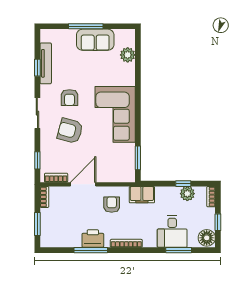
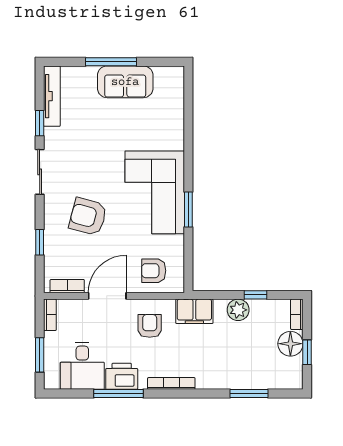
plant: (128, 55) -> (173, 104), removed
tv unit: (46, 63) -> (52, 96), moved
armchair: (69, 98) -> (154, 271), moved, turned 90
sliding door: (37, 113) -> (40, 172), moved
window: (138, 158) -> (188, 210), moved
window: (37, 160) -> (40, 242), moved
plant: (187, 194) -> (238, 310), moved
desk: (172, 231) -> (82, 366), moved
floor lamp: (207, 238) -> (290, 344), moved

